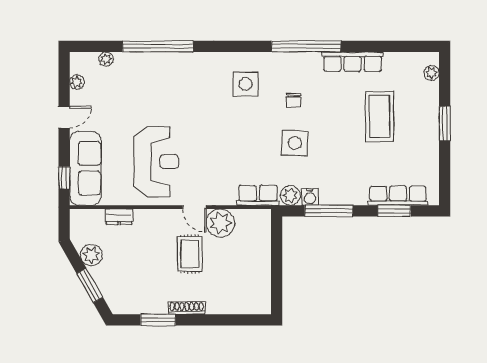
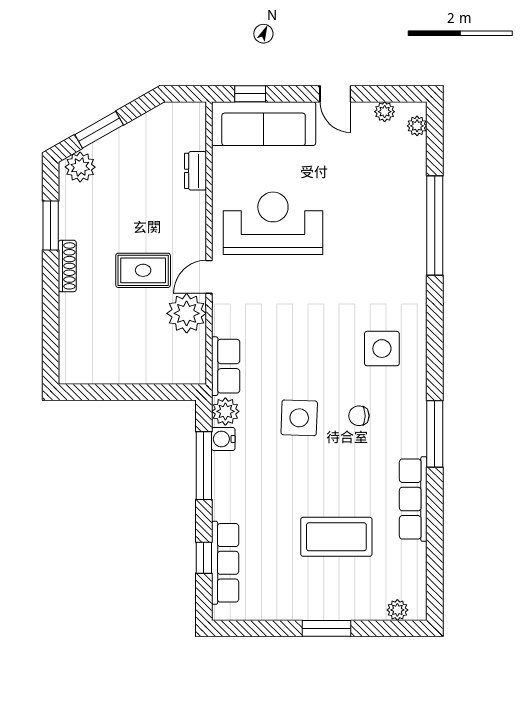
window: (306, 46) -> (435, 434), width x0.68
plant: (106, 59) -> (417, 126), moved
reception desk: (156, 162) -> (273, 223), turned 180
window: (394, 211) -> (204, 558), width x0.67
plant: (91, 255) -> (80, 167), moved

